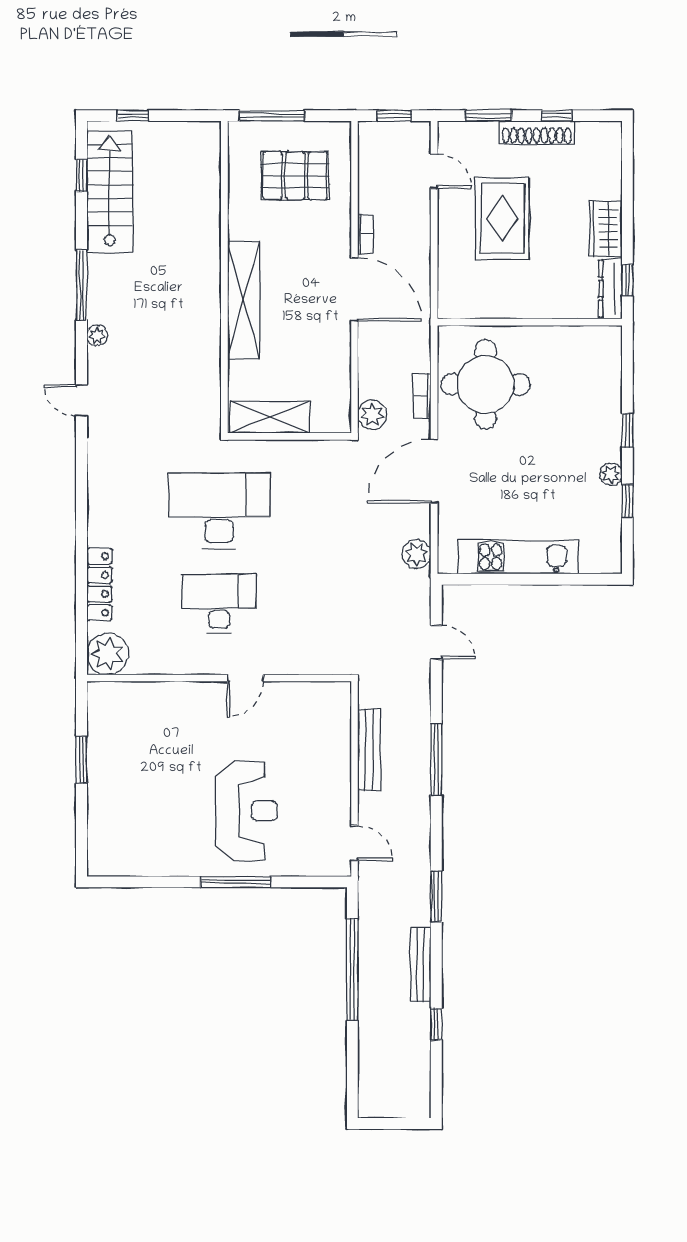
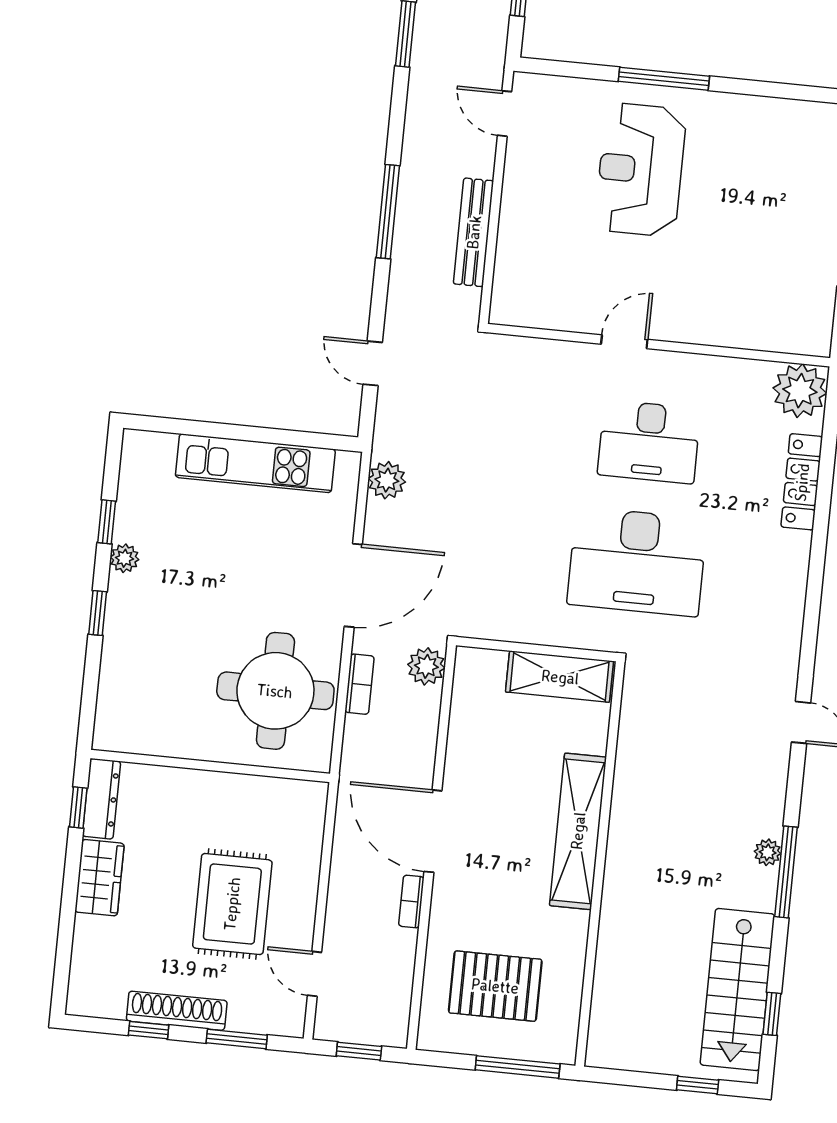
plant: (97, 335) -> (768, 852), moved

